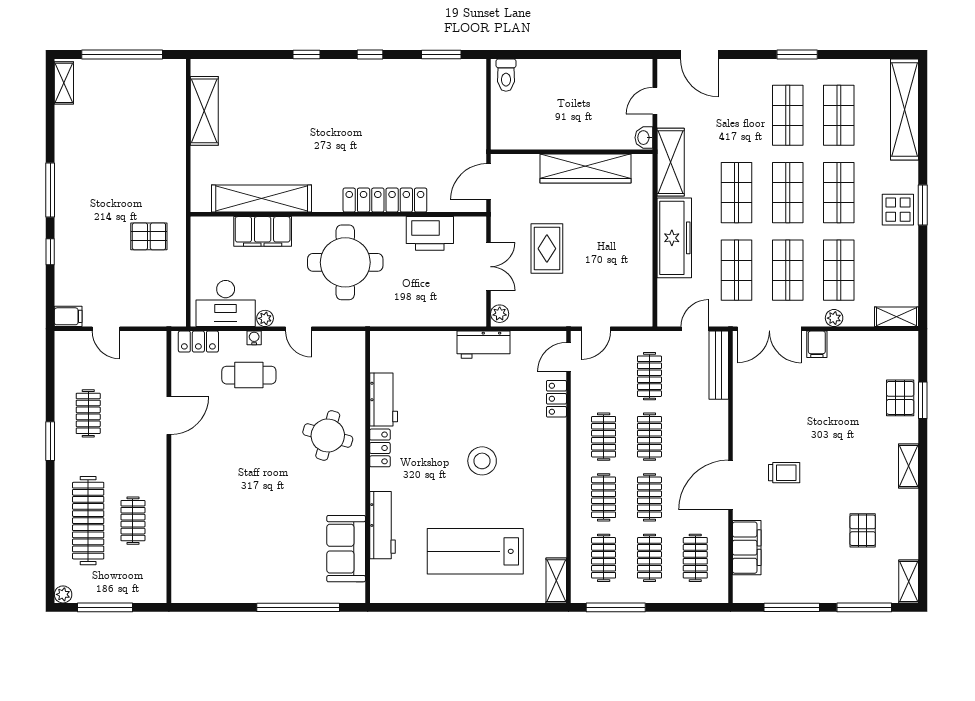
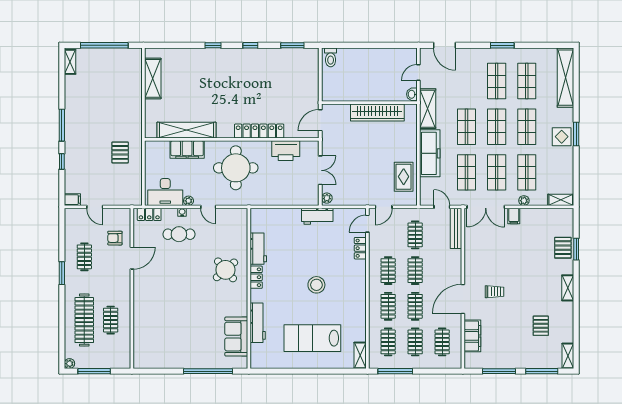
pallet: (149, 236) -> (120, 152), turned 90
rug: (547, 249) -> (404, 177), moved
door: (695, 329) -> (442, 207), hinge flipped
armchair: (140, 382) -> (115, 238), added
round table: (328, 435) -> (225, 270), turned 33

